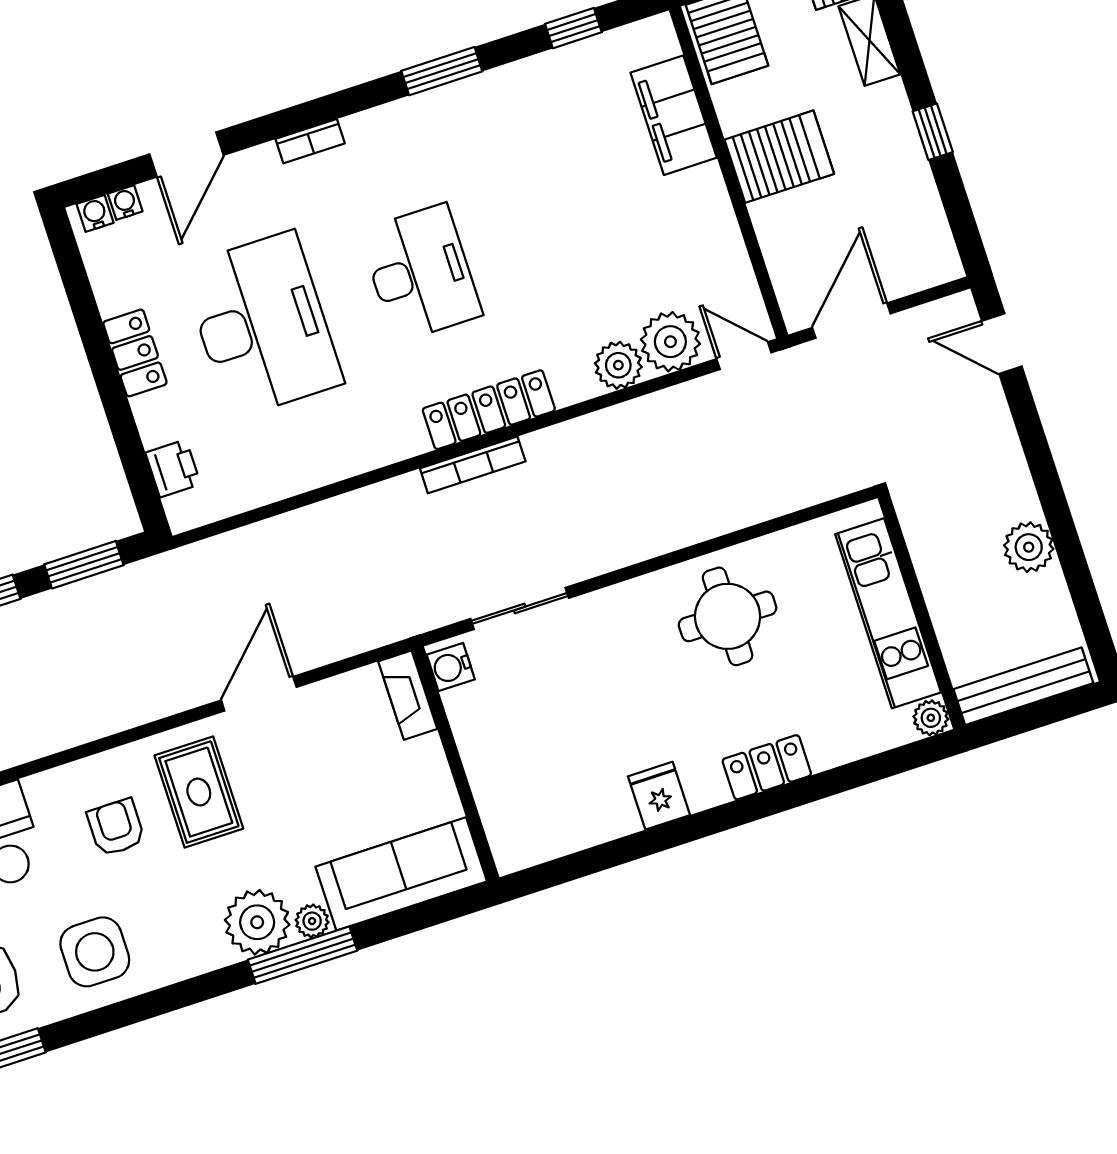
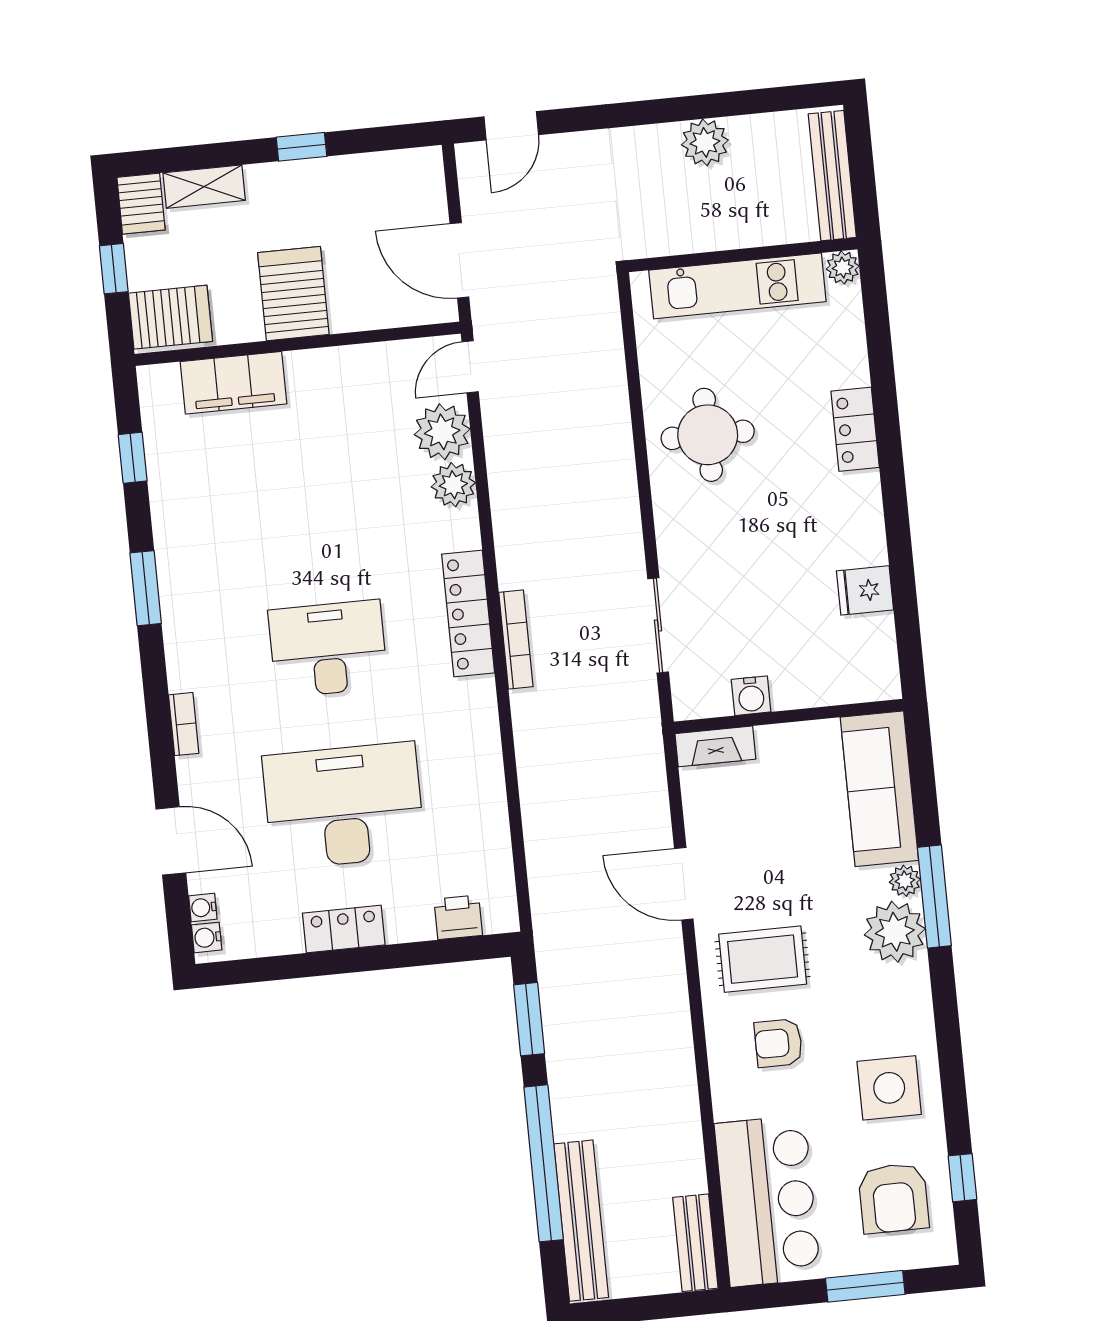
water cooler: (451, 667) -> (751, 696), moved
fridge: (659, 796) -> (865, 590), moved

